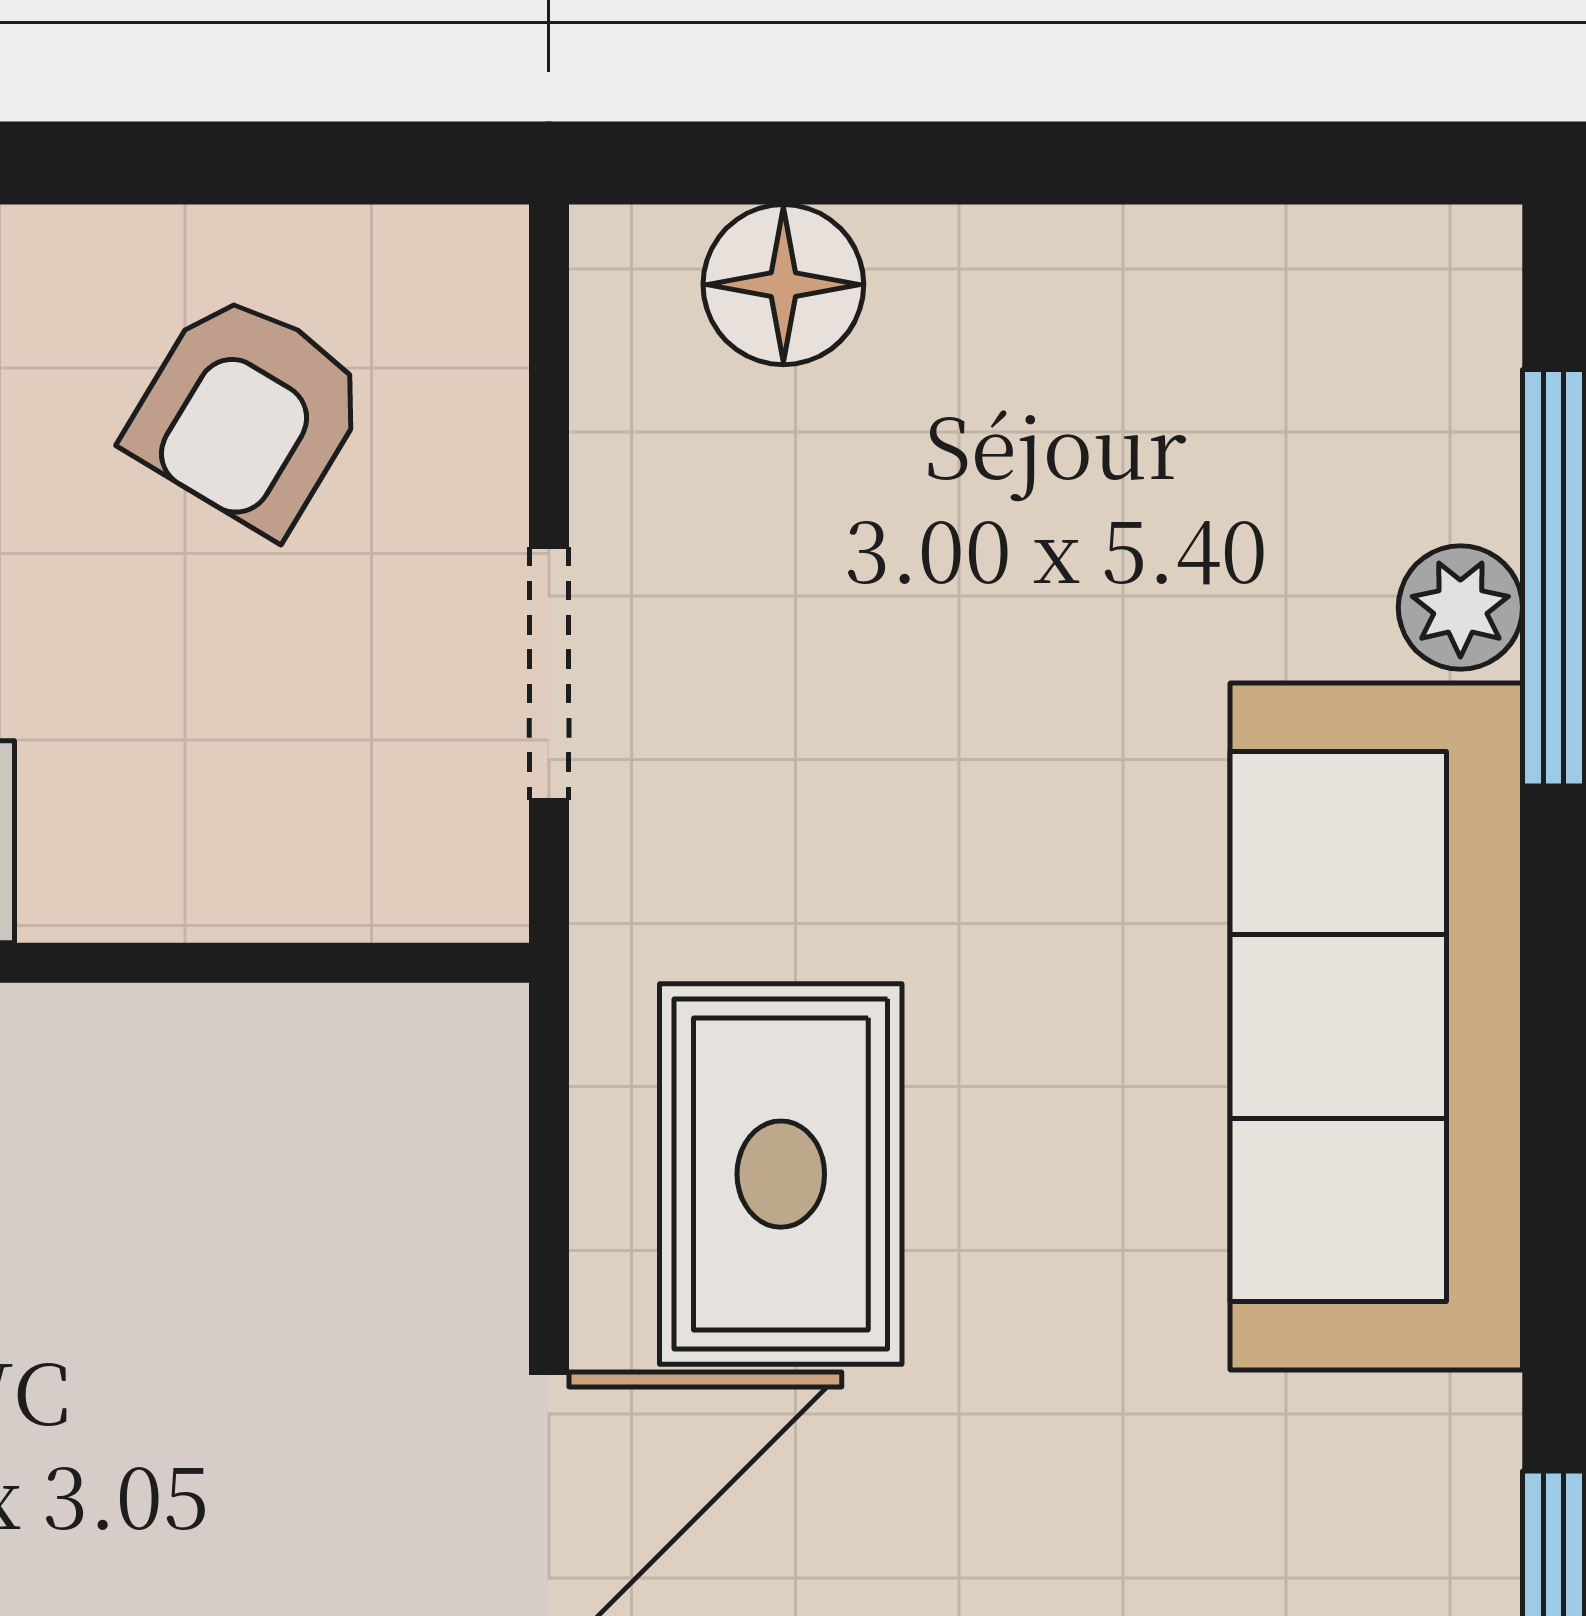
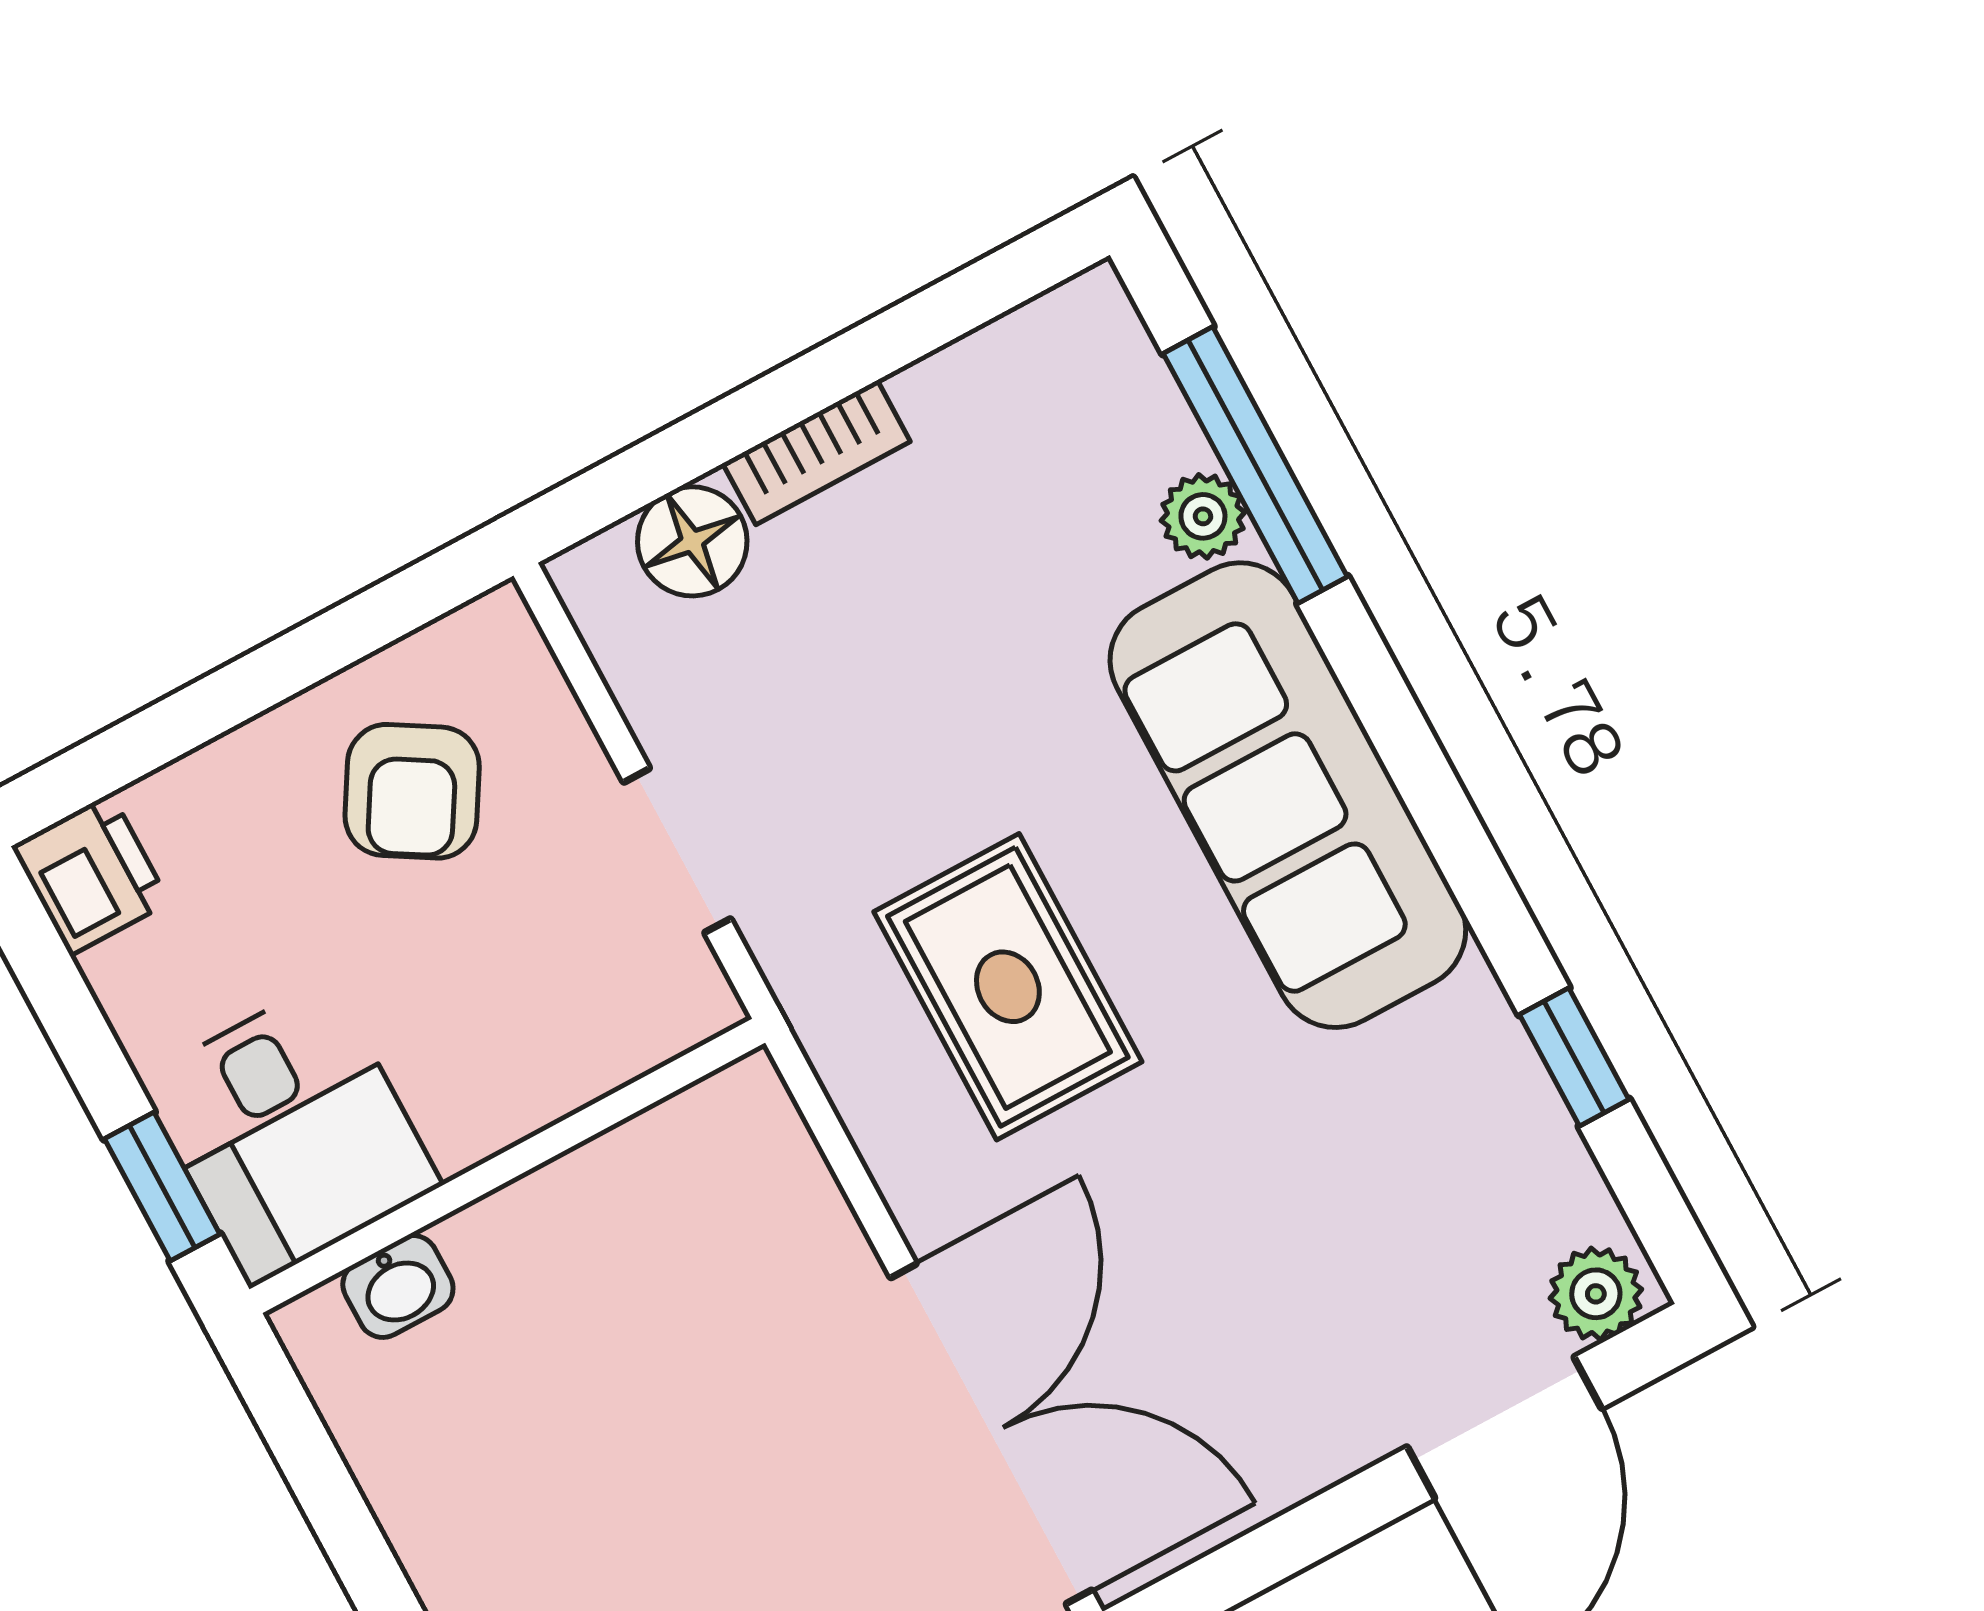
bookcase: (1006, 256) -> (816, 452), added
rug: (781, 1174) -> (1008, 987), moved

